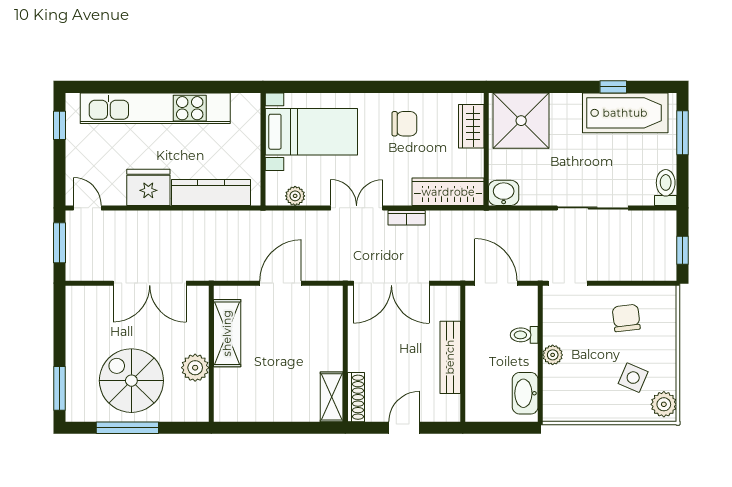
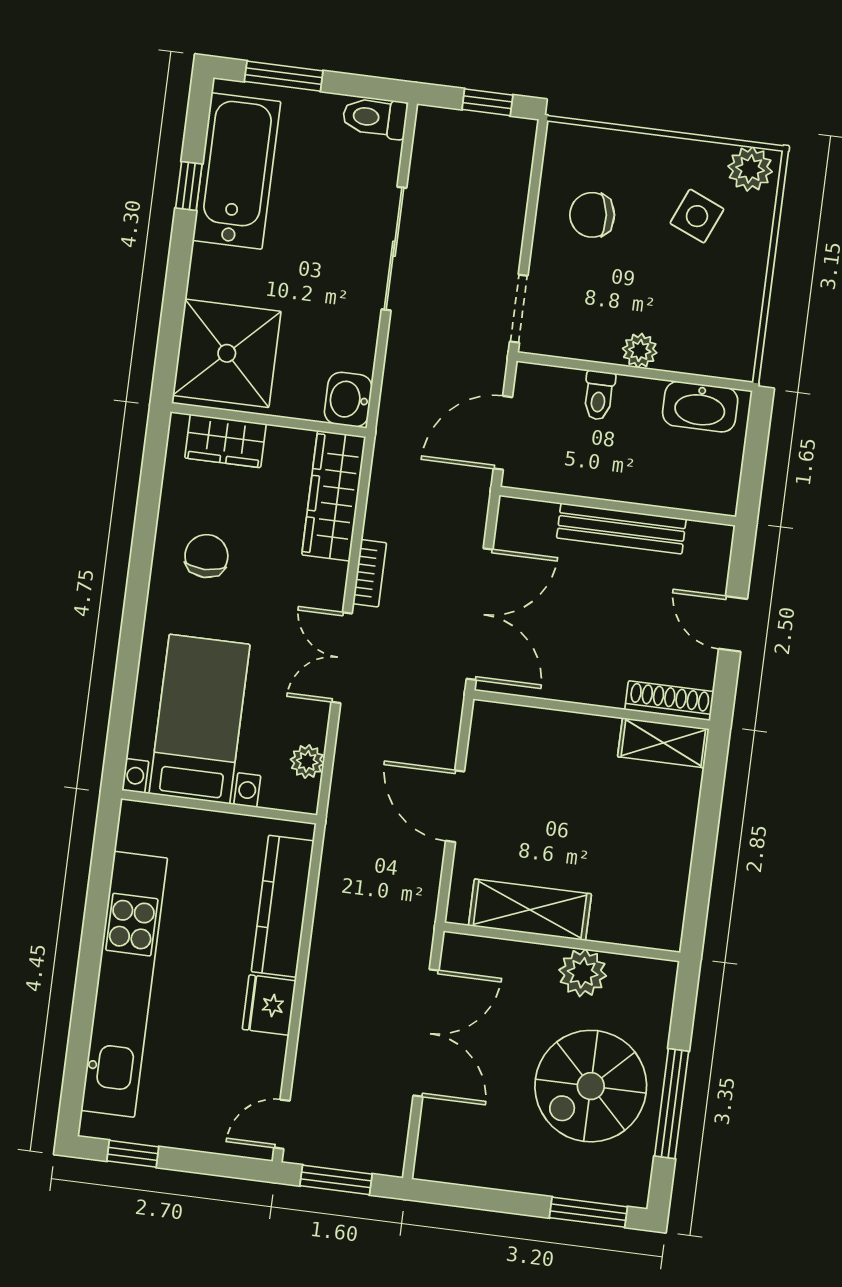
fridge: (148, 187) -> (269, 1005), width x0.73, depth x0.75

